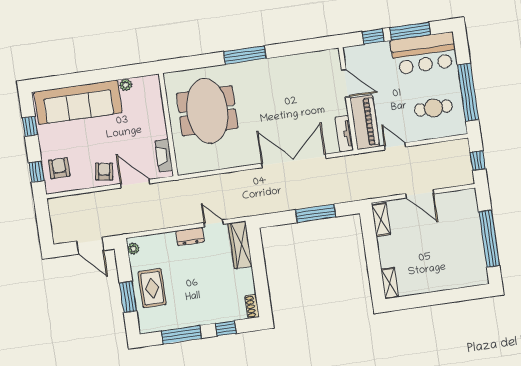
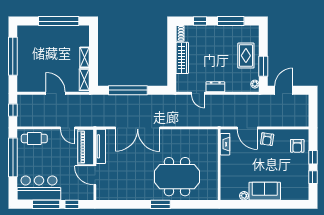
window: (245, 55) -> (160, 204), width x0.69
sofa: (78, 102) -> (265, 191), width x0.54, depth x0.79
cafe table: (433, 108) -> (34, 138), moved
meeting table: (207, 111) -> (177, 177), moved, turned 90
tv unit: (344, 134) -> (101, 146), width x1.41
window: (36, 172) -> (313, 157), moved
window: (316, 213) -> (128, 90), width x1.46
wardrobe: (240, 245) -> (182, 58), moved
door: (90, 246) -> (284, 90), hinge flipped
shelving: (390, 283) -> (85, 57), moved
window: (128, 297) -> (263, 66), moved
window: (430, 299) -> (59, 21), added

